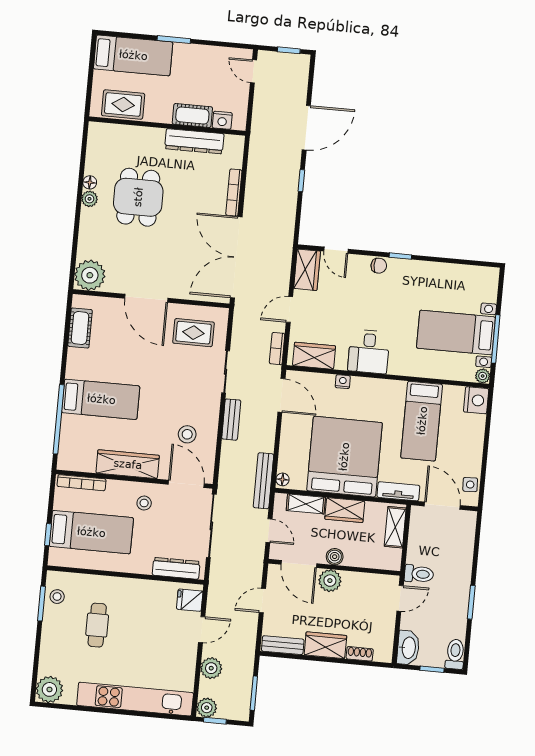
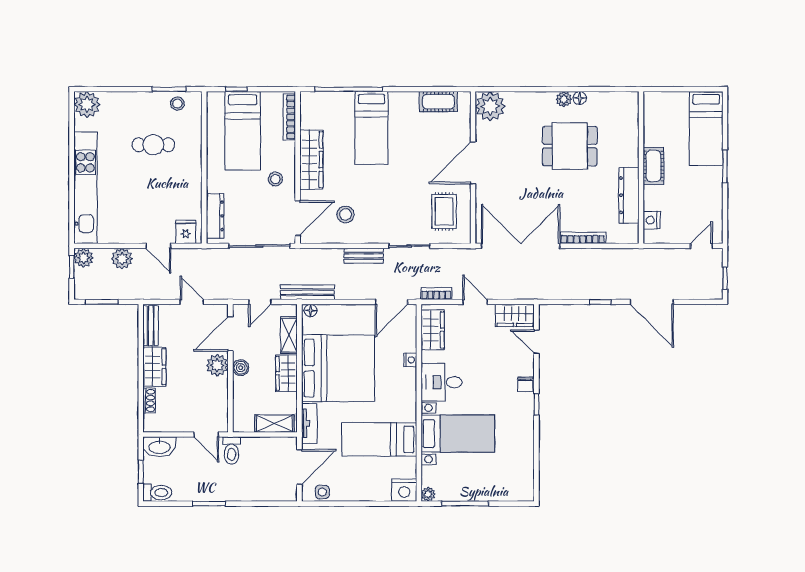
rug: (123, 104) -> (658, 123), removed
cot: (192, 116) -> (653, 166), moved
door: (336, 250) -> (536, 342), hinge flipped
bed with nightstands: (456, 333) -> (458, 434), moved, turned 90

